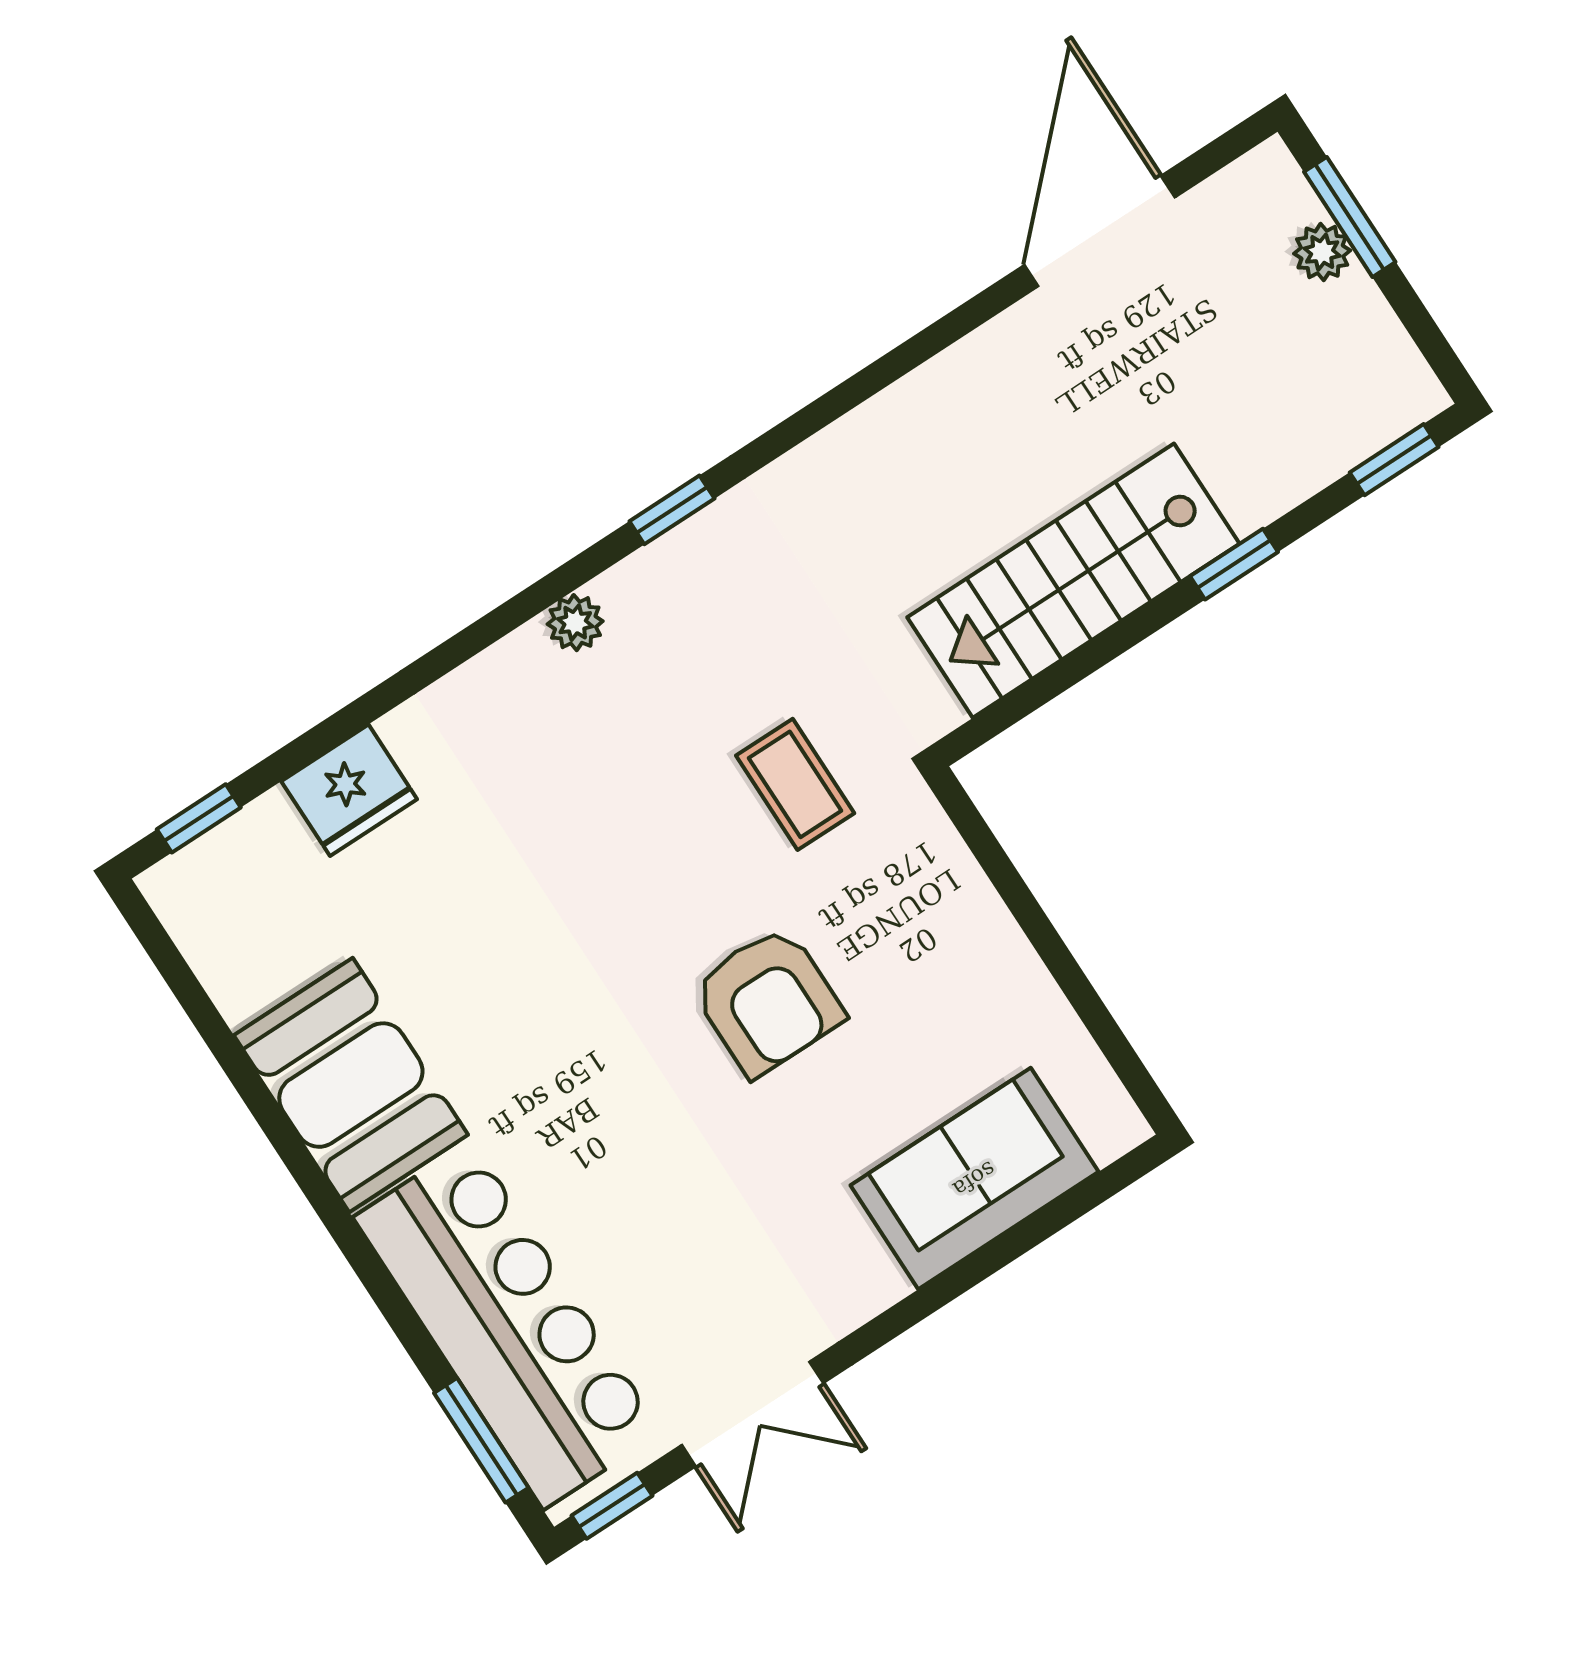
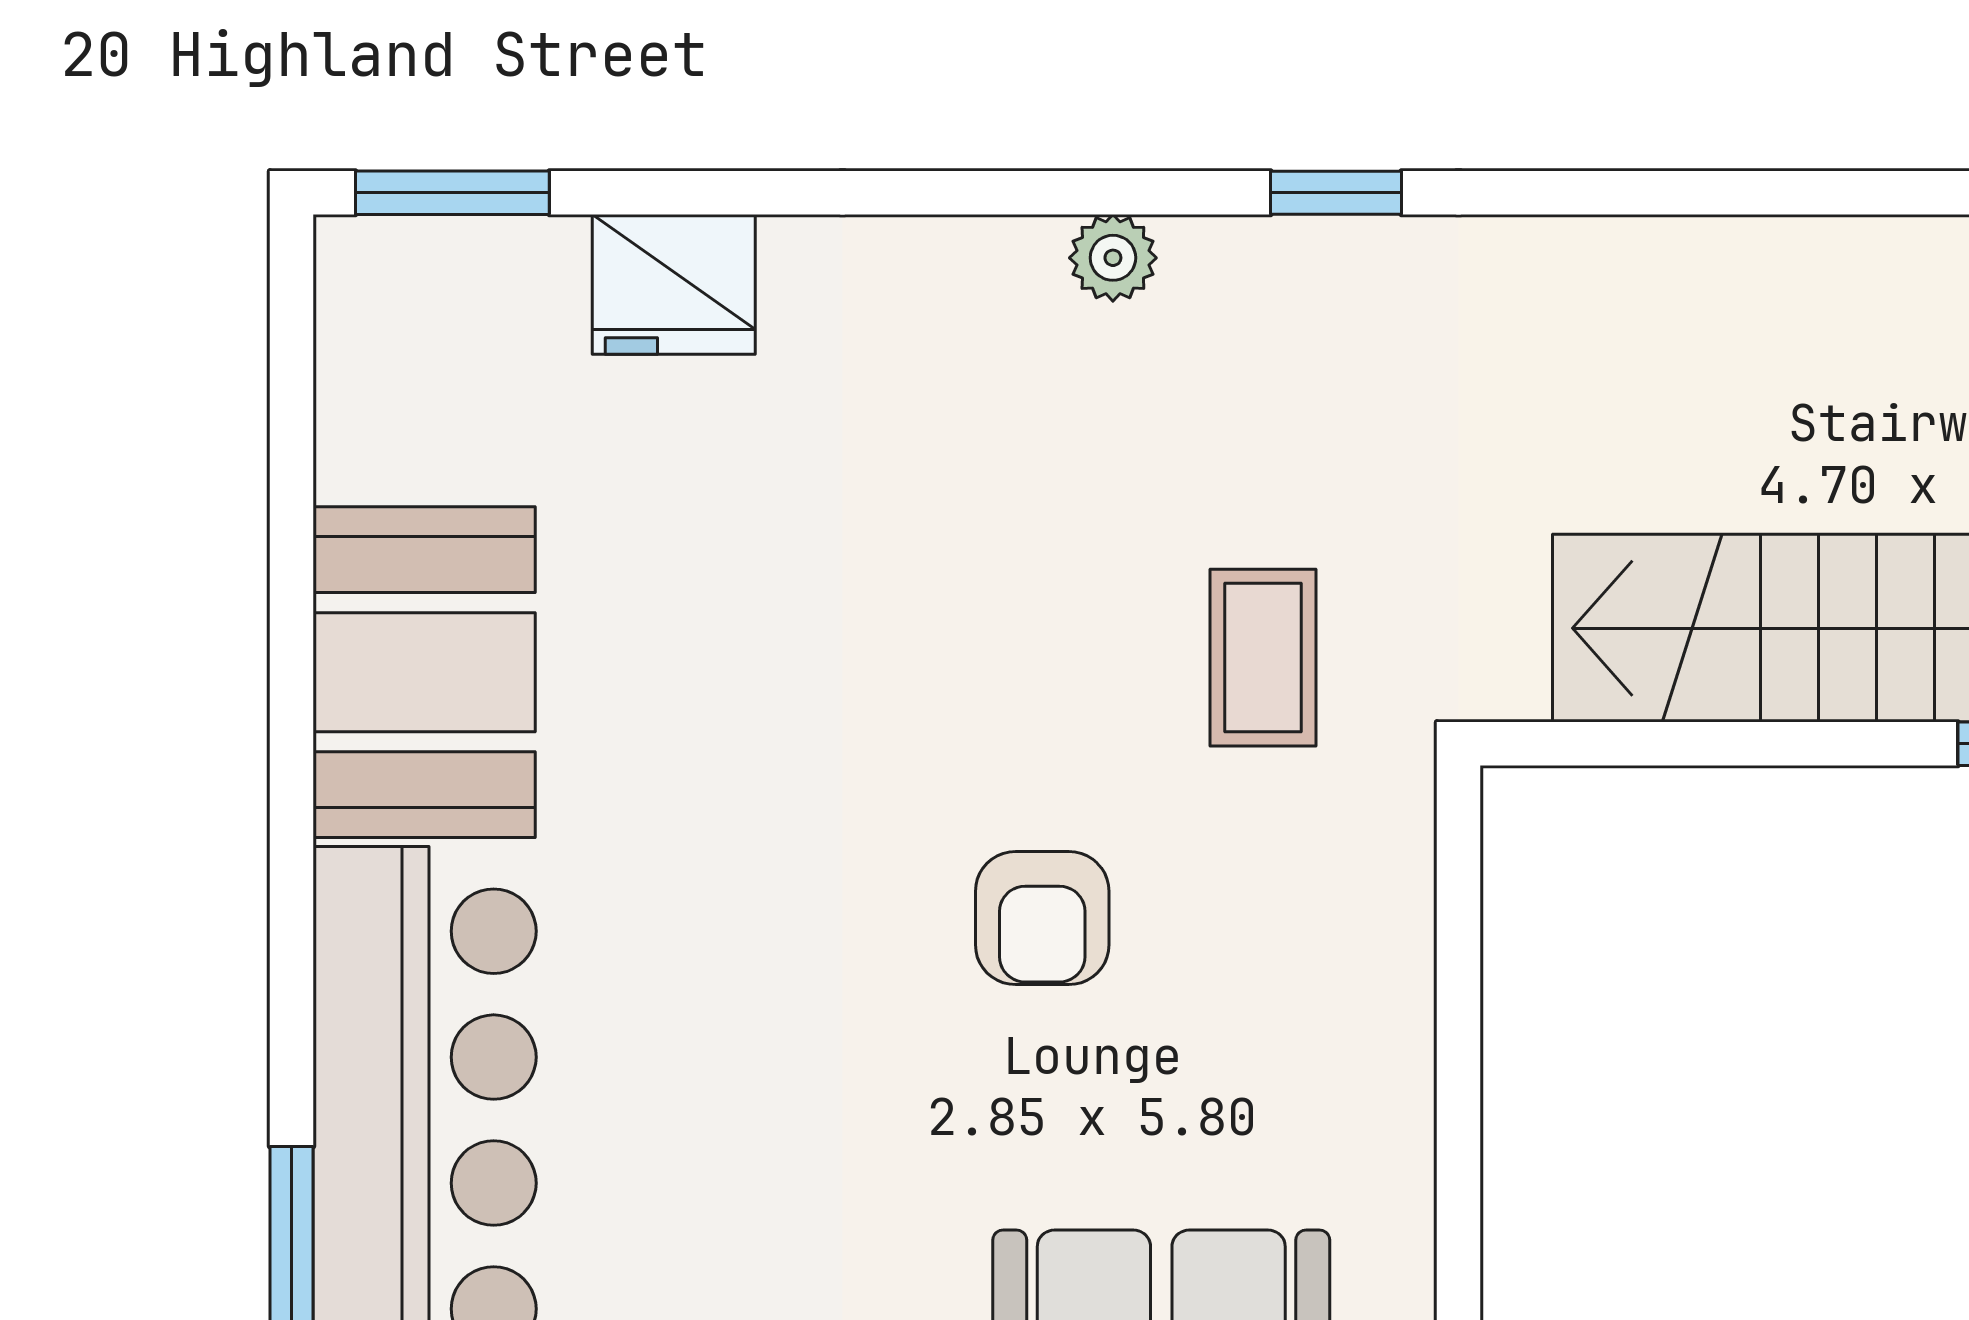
window: (199, 818) -> (452, 193), width x1.50
armchair: (768, 1001) -> (1042, 918), width x0.72, depth x0.72

